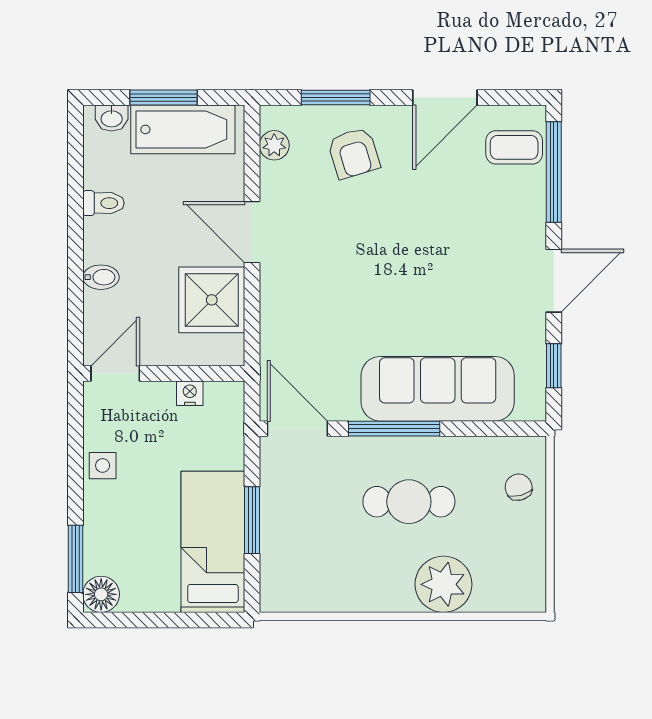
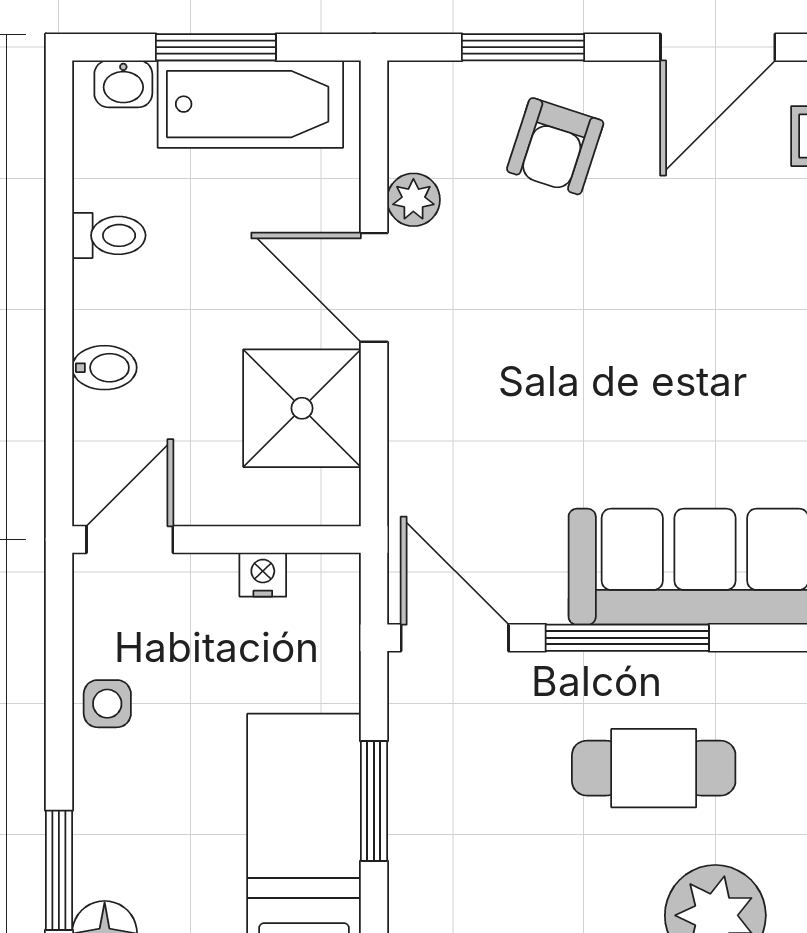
plant: (274, 145) -> (413, 200), moved
armchair: (354, 153) -> (555, 146), turned 35

